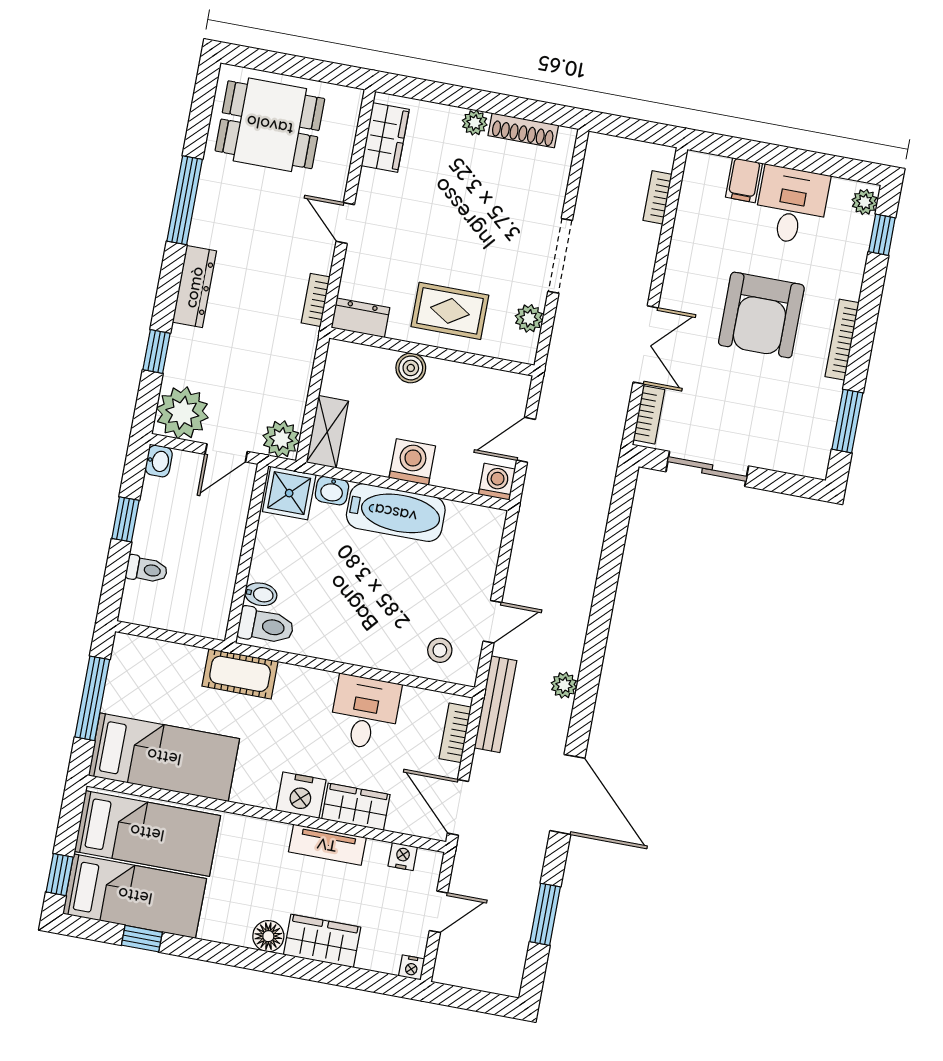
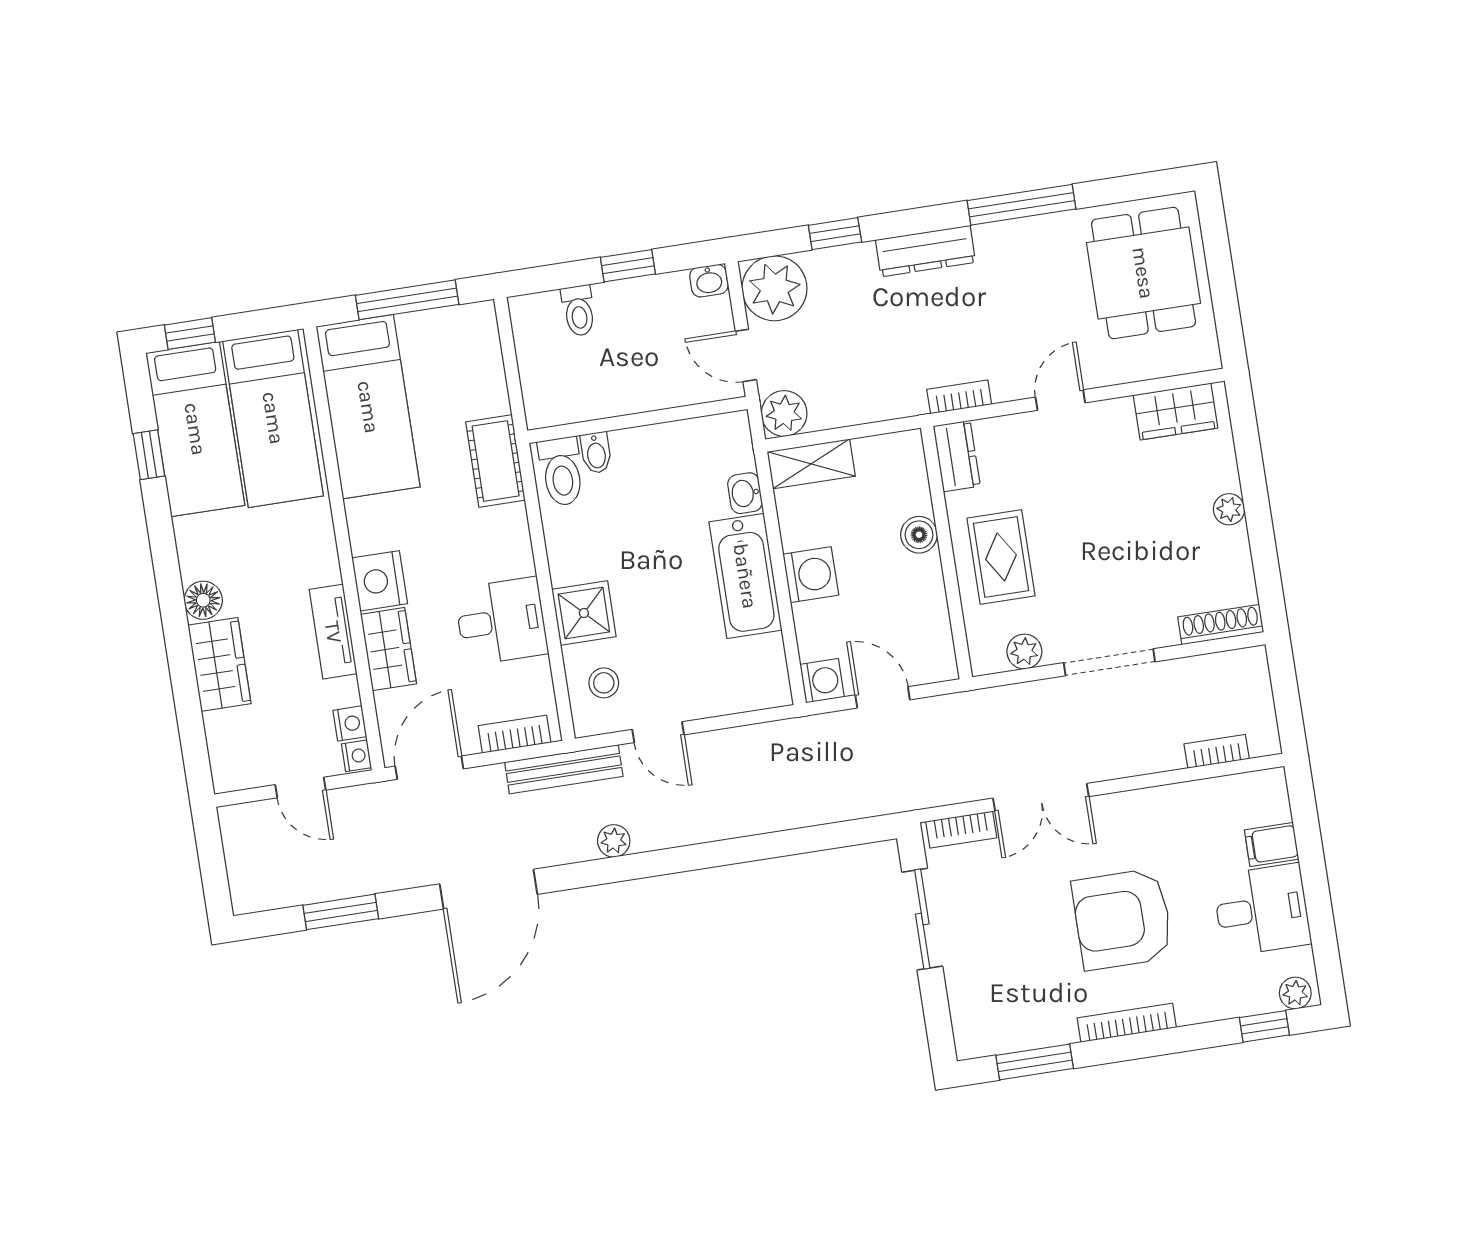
shoe rack: (523, 130) -> (1221, 625), moved, turned 90
shower: (289, 493) -> (584, 613), moved
nightstand: (412, 967) -> (356, 756), moved, turned 180

